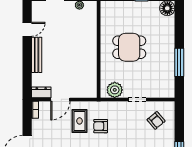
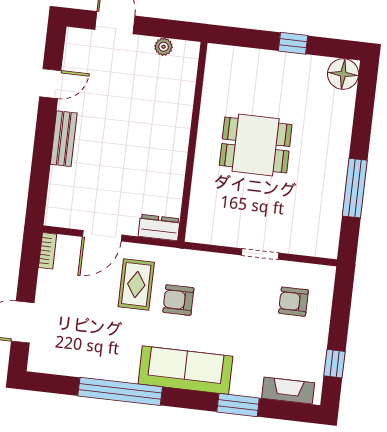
bench: (37, 55) -> (64, 139), width x0.73
plant: (115, 90) -> (216, 229), removed
dresser: (41, 92) -> (159, 228), moved
armchair: (156, 120) -> (293, 302), turned 130

